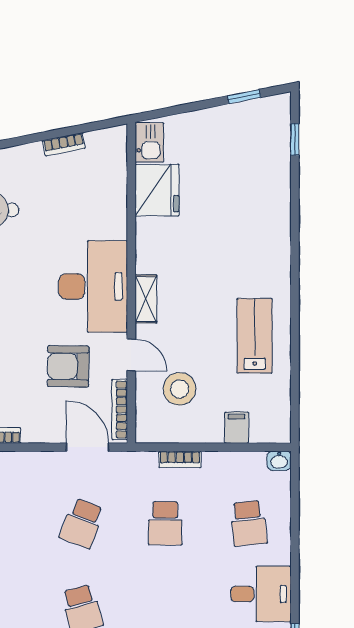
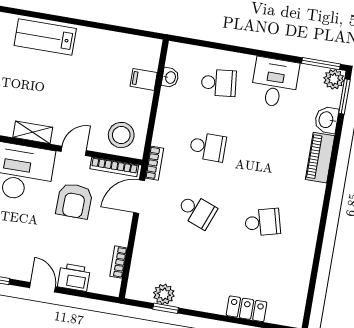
lab bench: (255, 336) -> (45, 37), moved
stool: (179, 389) -> (121, 135), moved
bookcase: (180, 459) -> (154, 163), moved
washbasin: (279, 461) -> (170, 77), moved

